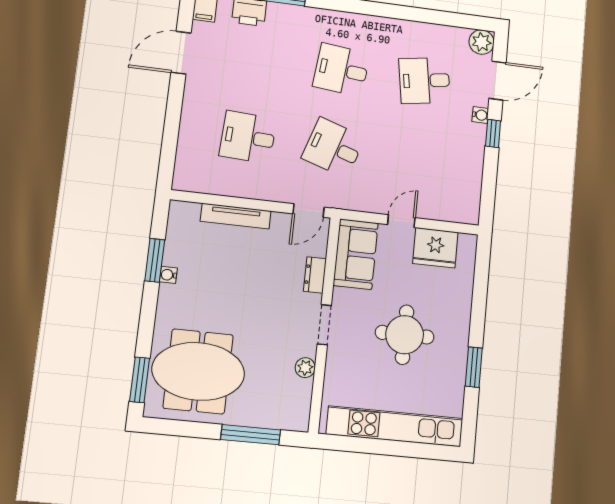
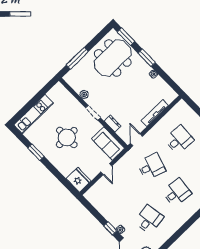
fridge: (435, 248) -> (79, 180), moved, turned 90
window: (155, 260) -> (147, 58), moved
kitchen unit: (395, 426) -> (34, 114), width x0.73

